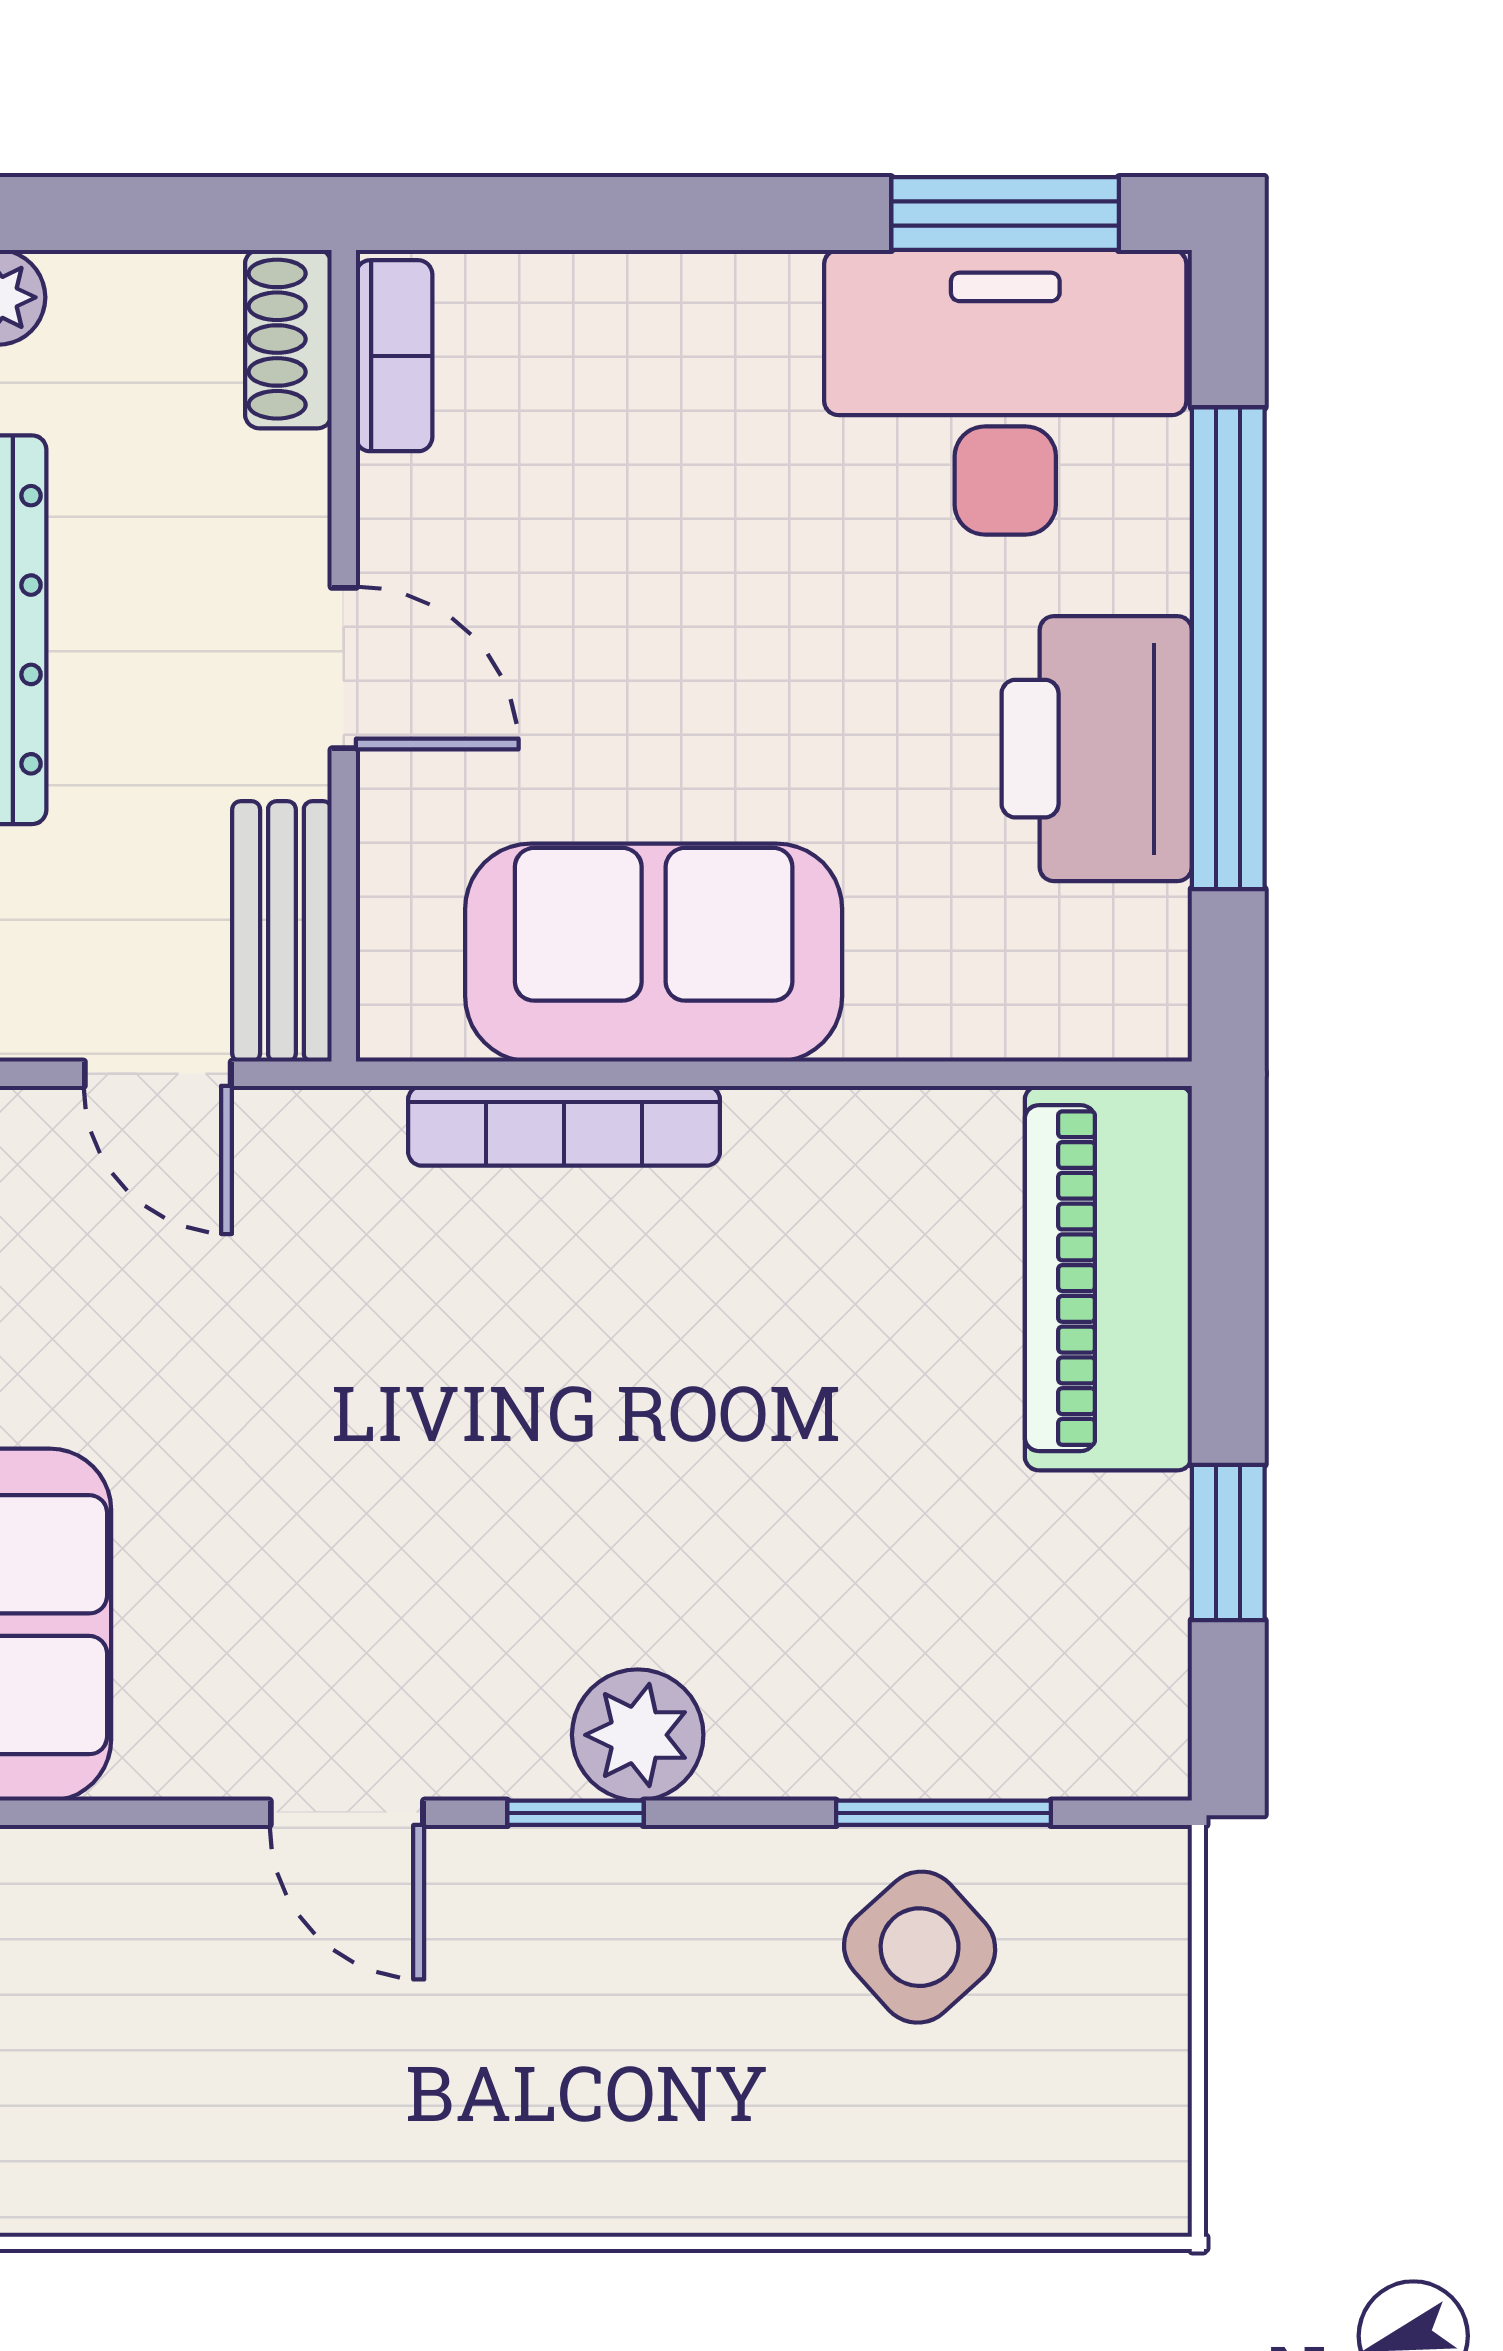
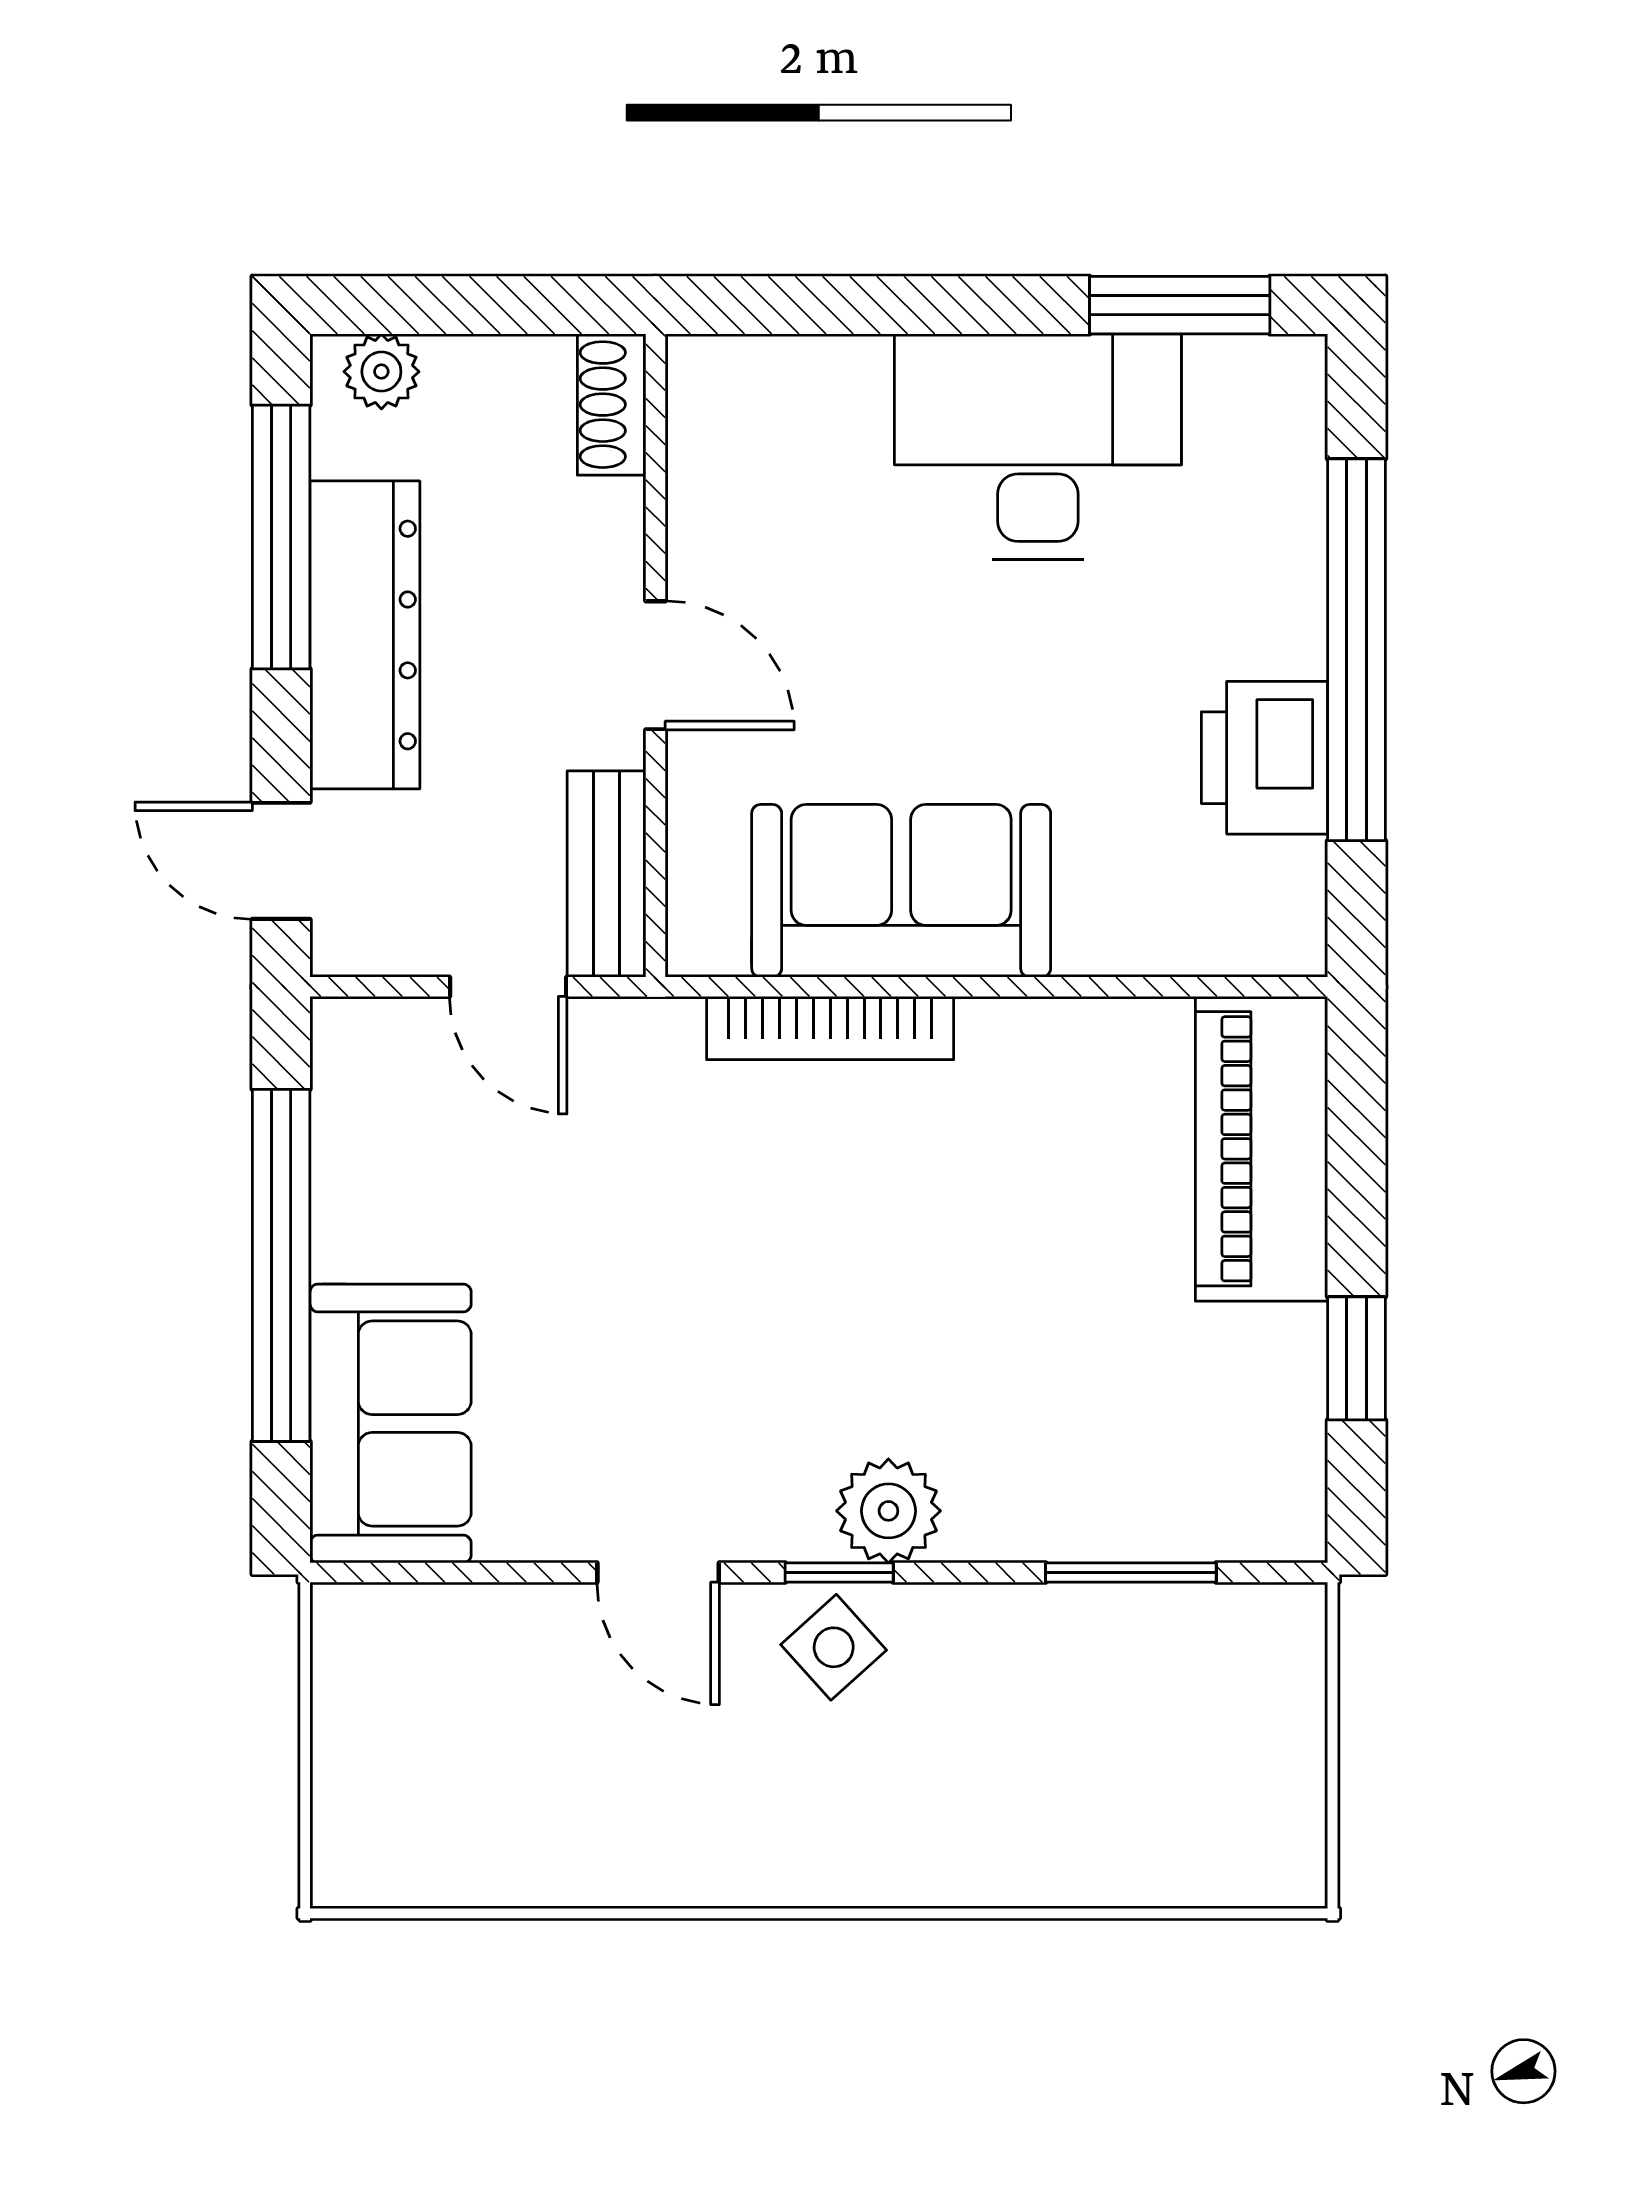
bookcase: (394, 356) -> (695, 418), removed
desk: (1005, 392) -> (1038, 447), moved
printer: (1097, 749) -> (1265, 758), width x0.73, depth x0.84
side table: (920, 1947) -> (834, 1647), moved, width x0.73, depth x0.73

